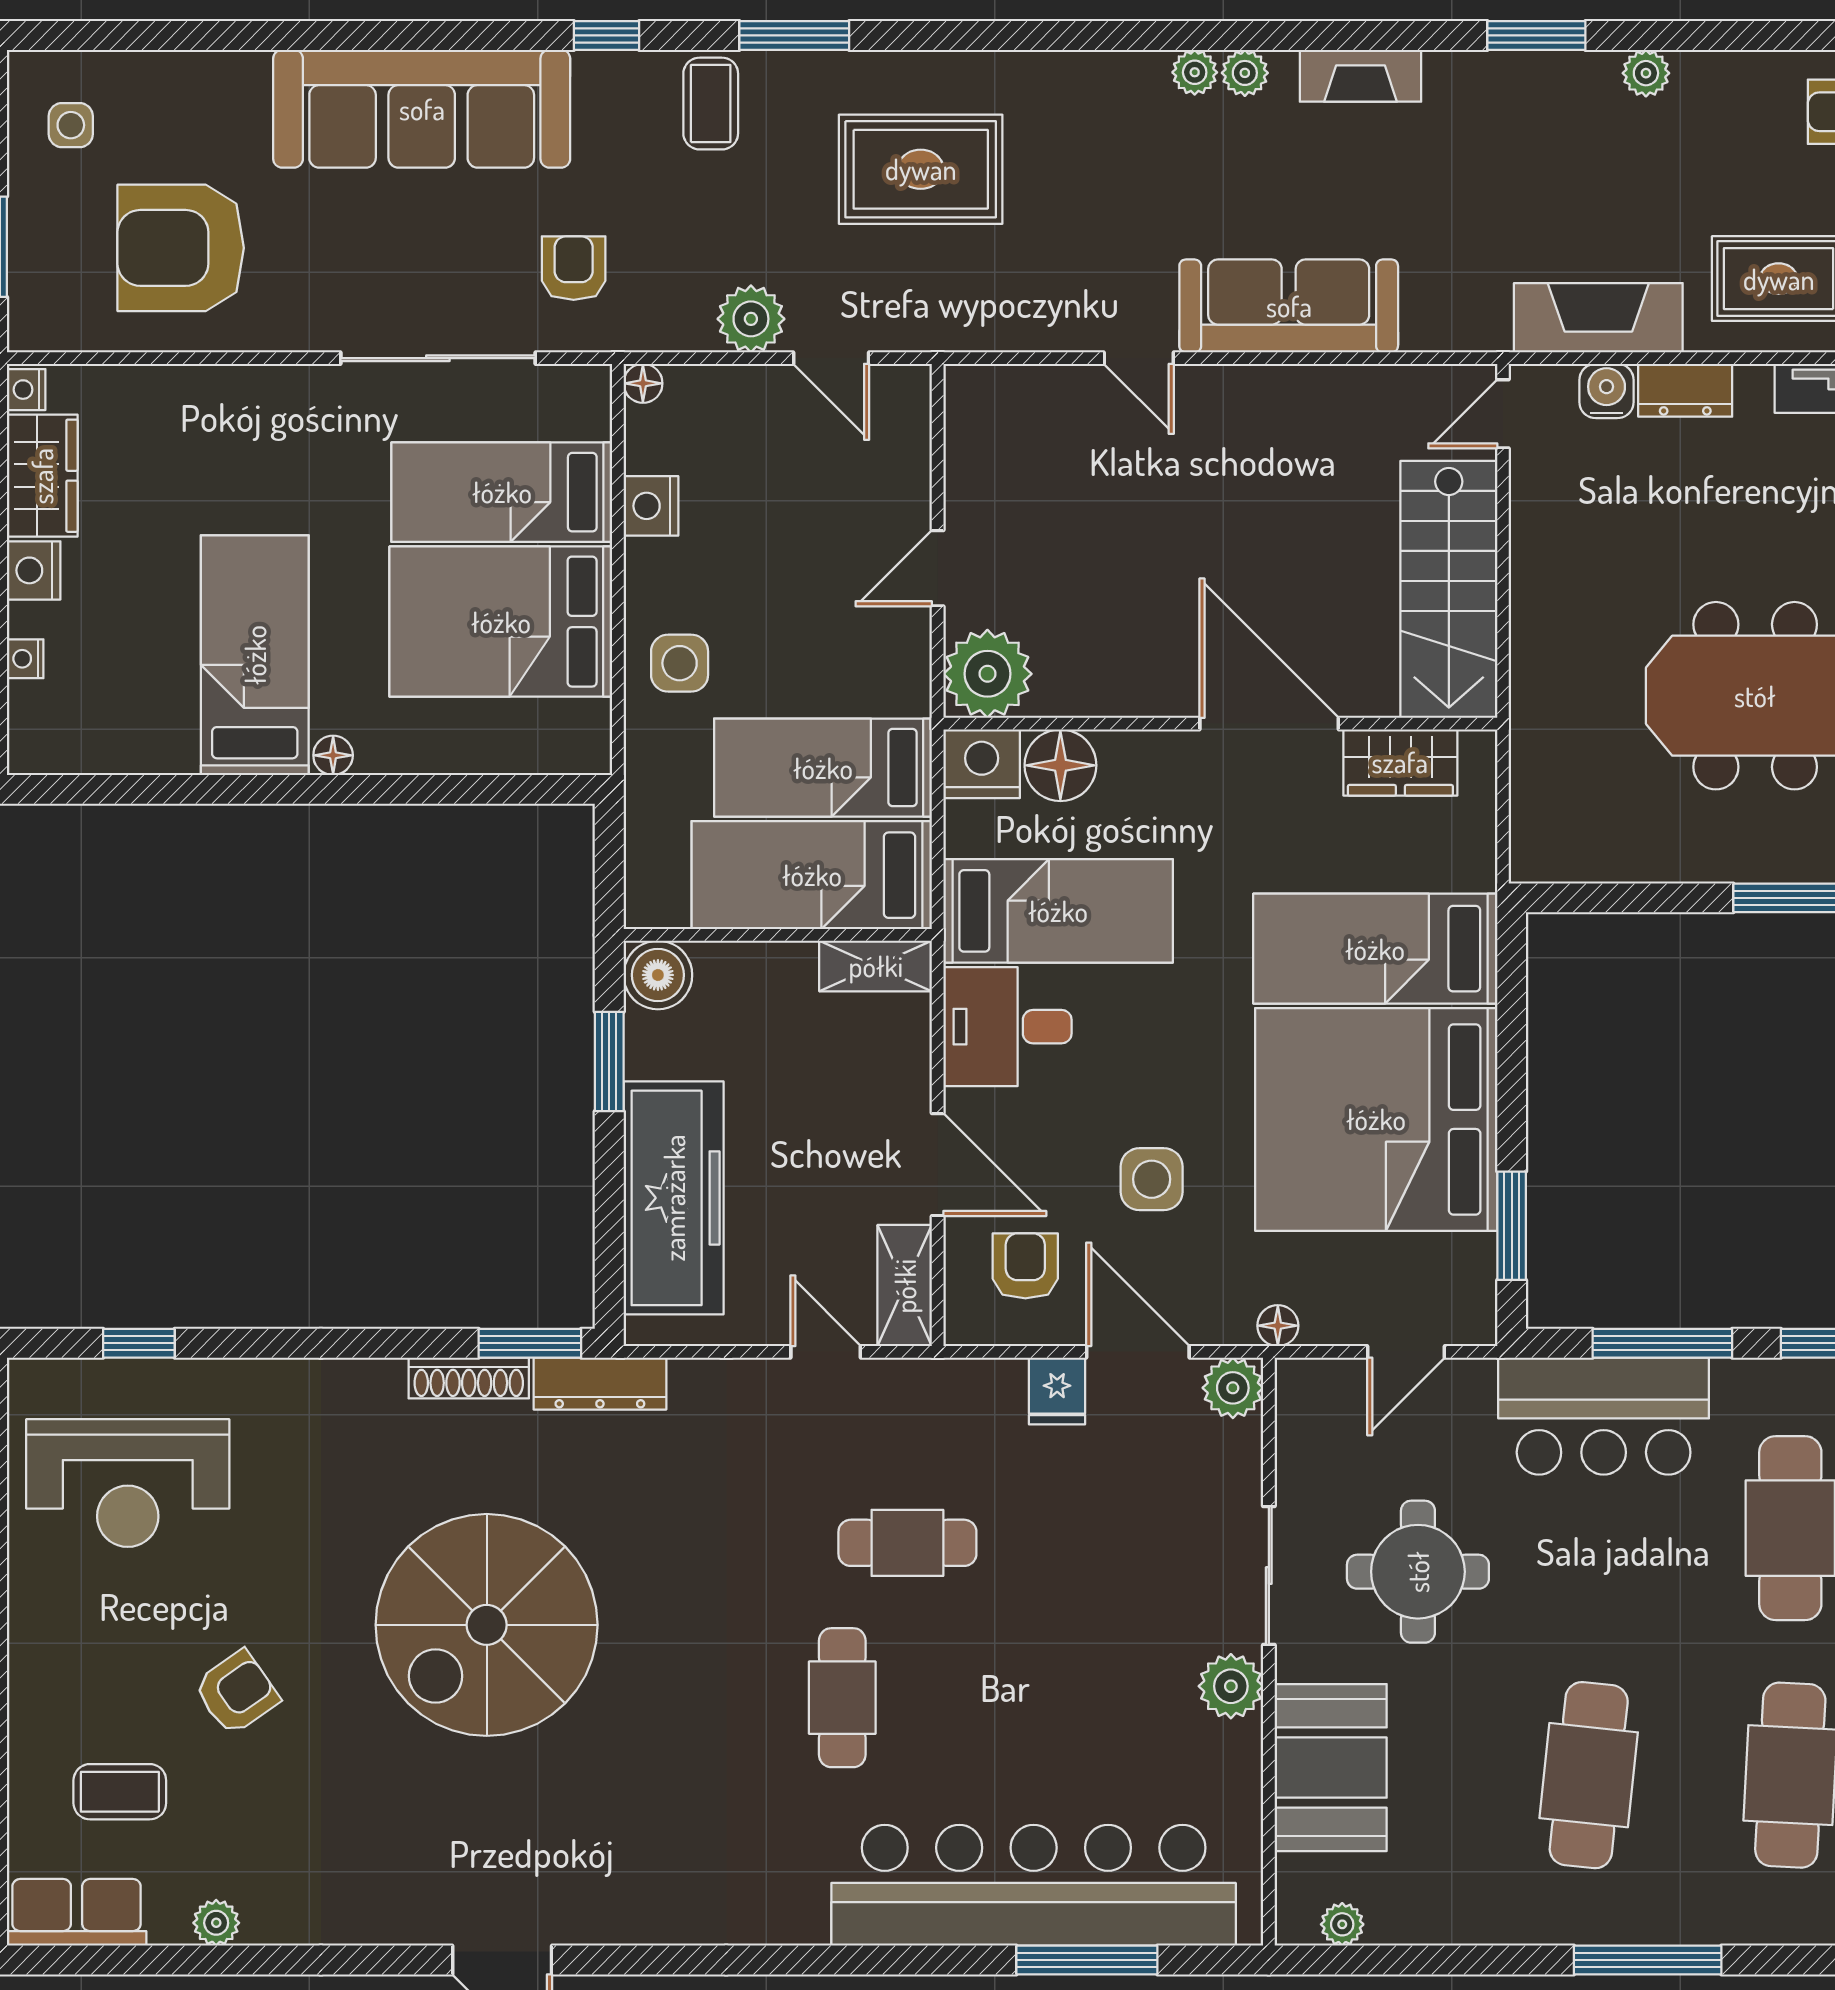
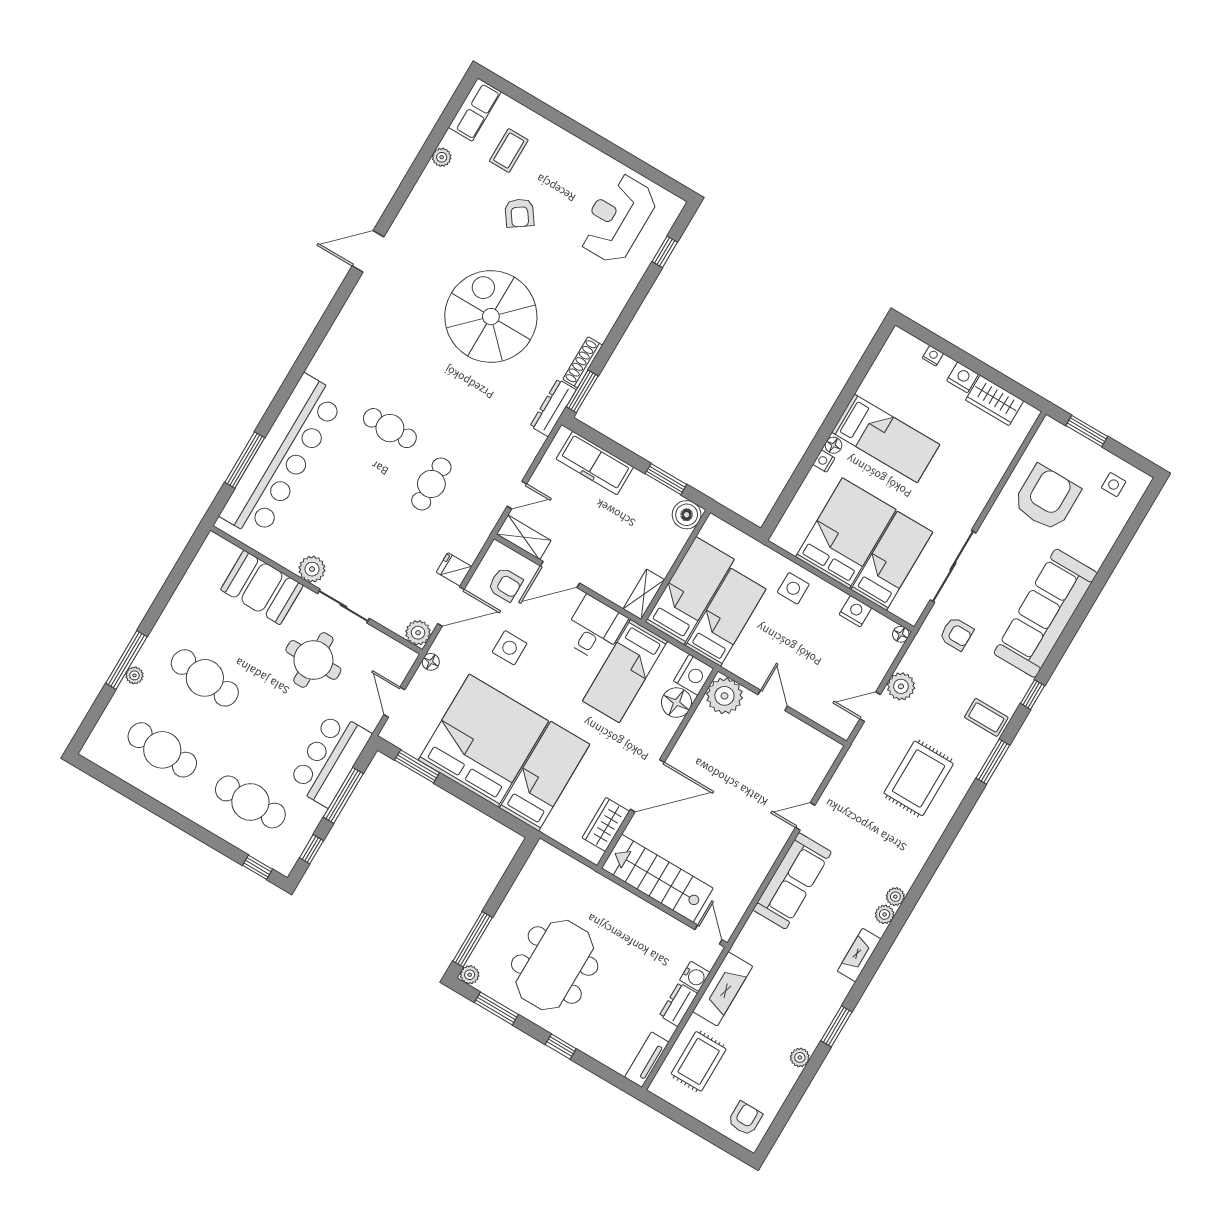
nightstand: (26, 390) -> (824, 461), moved, turned -90
freezer: (674, 1198) -> (595, 463), width x0.73, depth x0.79
plant: (1342, 1924) -> (134, 675), moved

